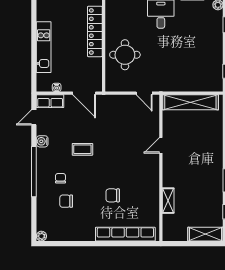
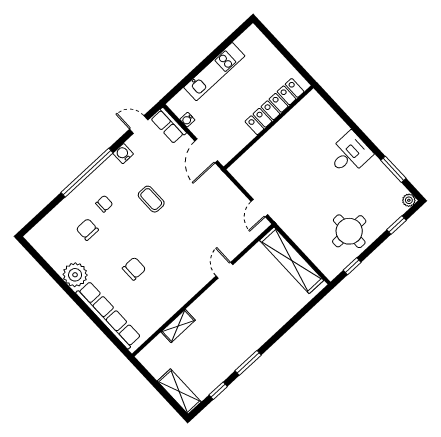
round table: (125, 55) -> (349, 231), moved
door: (161, 145) -> (224, 270), hinge flipped
chair: (113, 195) -> (134, 269), turned 90
plant: (41, 236) -> (75, 275), moved, width x1.87, depth x1.87

